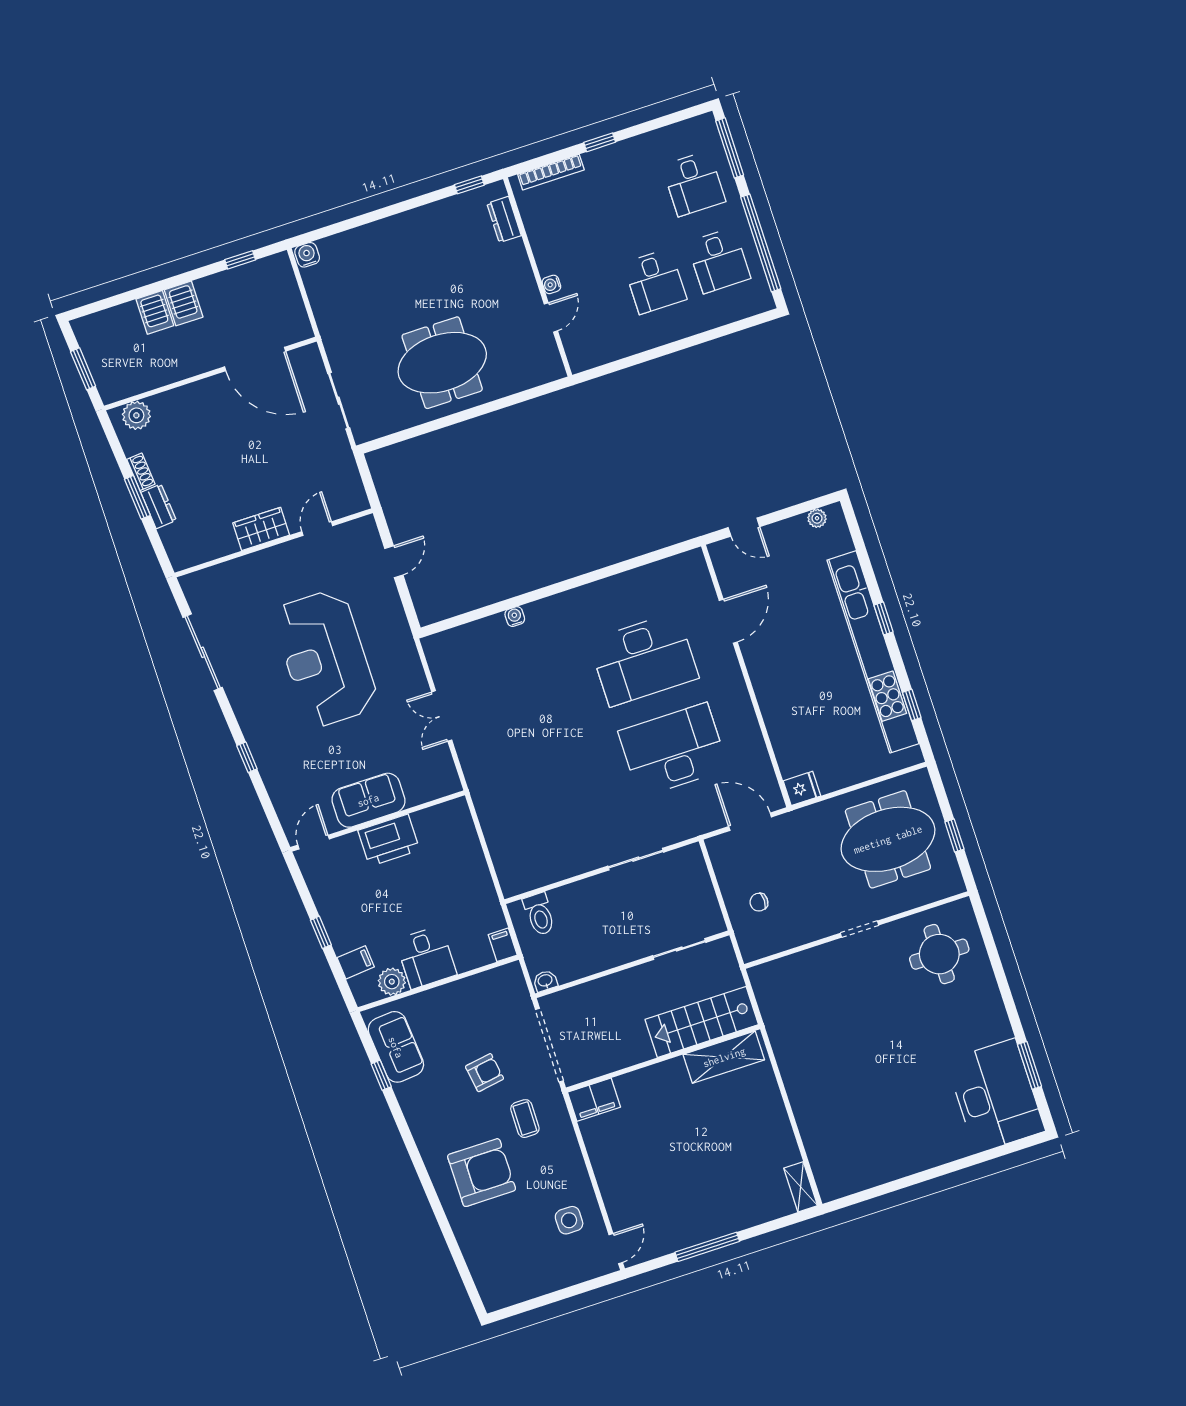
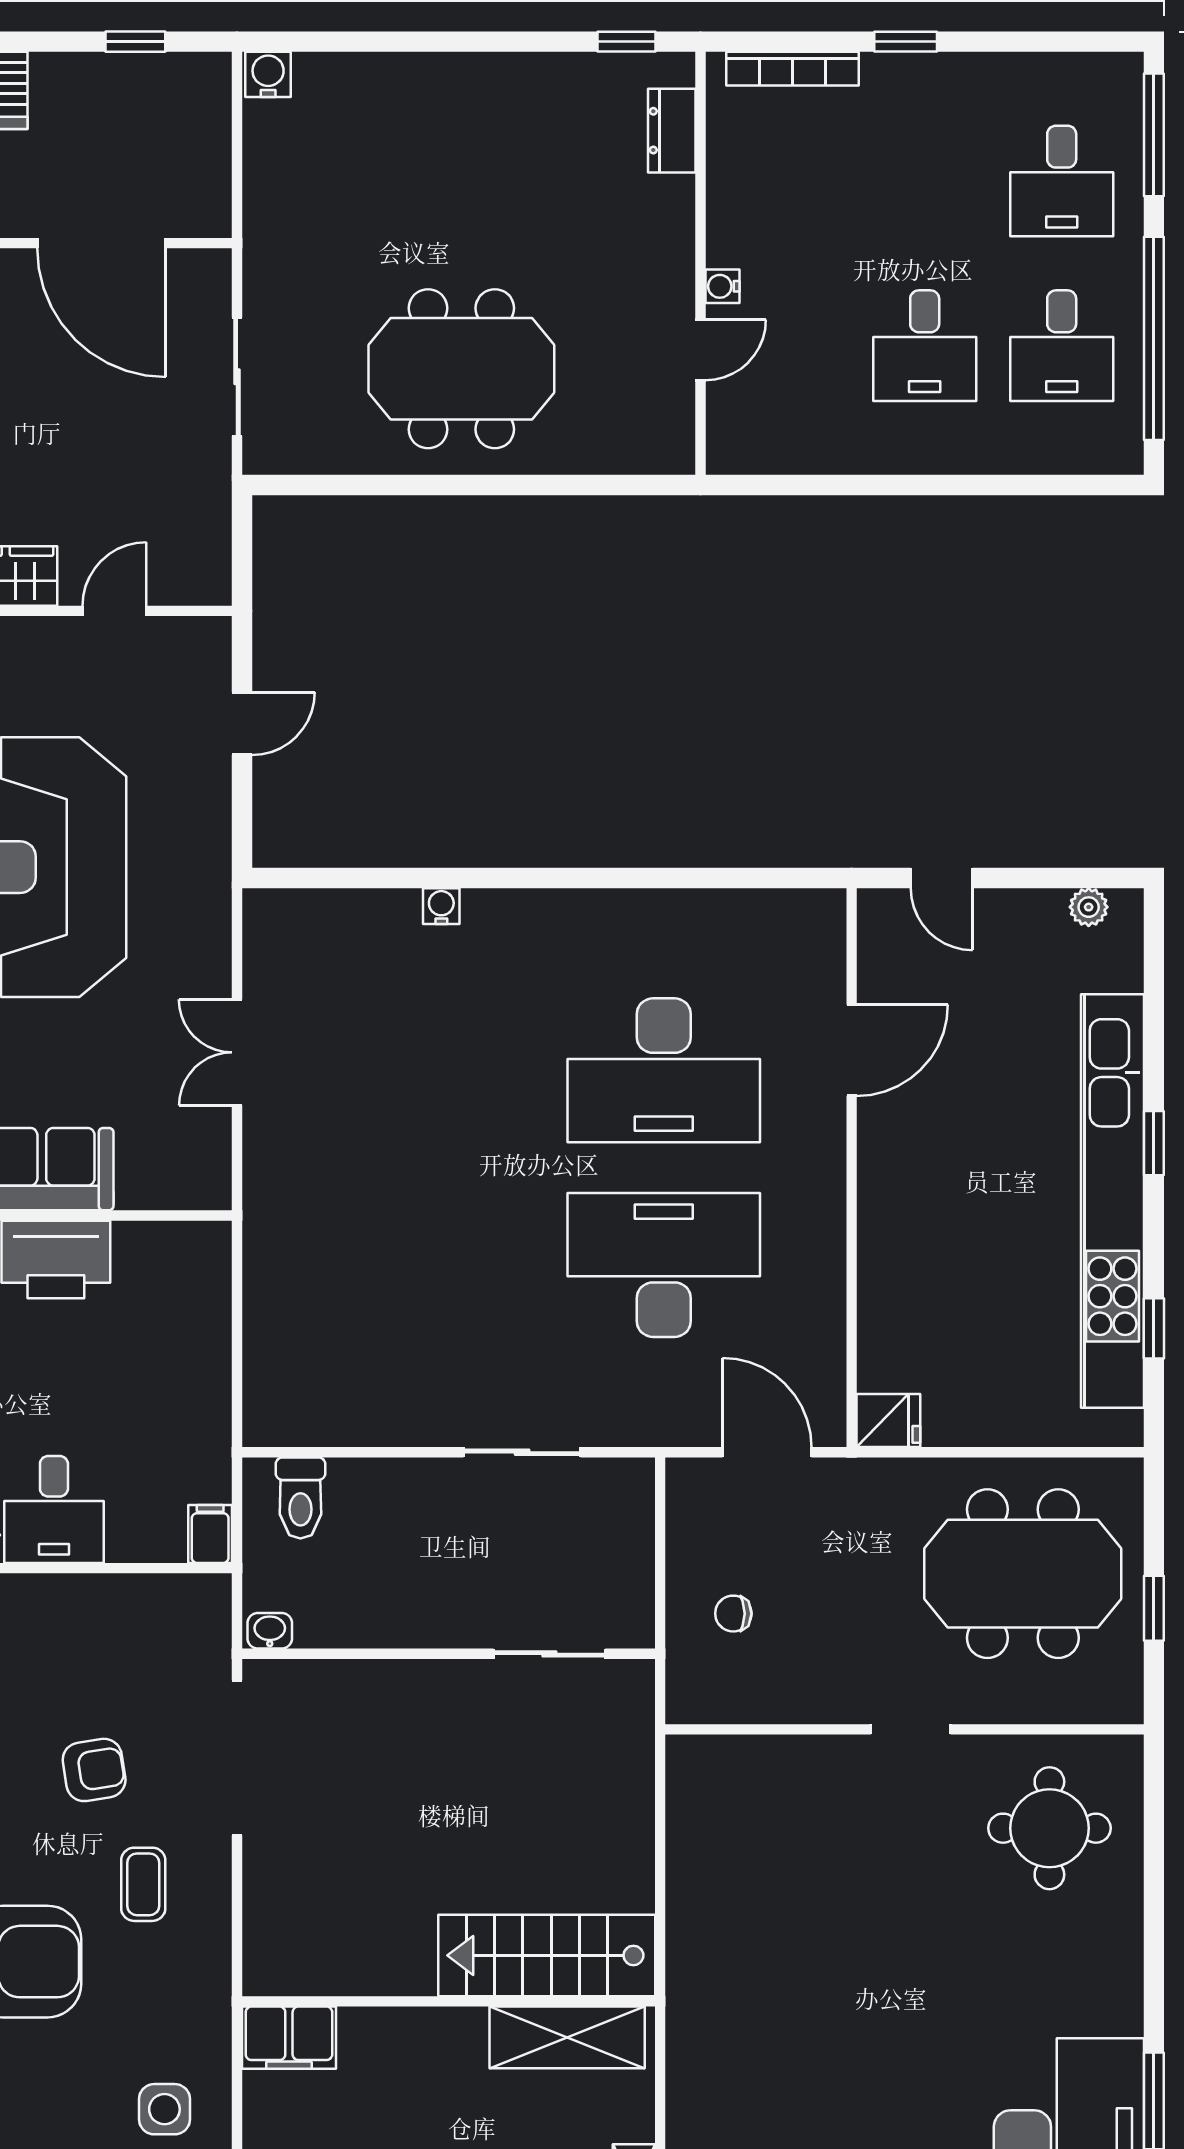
stairs: (702, 1022) -> (547, 1955), moved
shelving: (724, 1057) -> (567, 2037), moved
wall: (663, 1058) -> (449, 2001), moved
filing cabinet: (594, 1100) -> (289, 2038), moved

